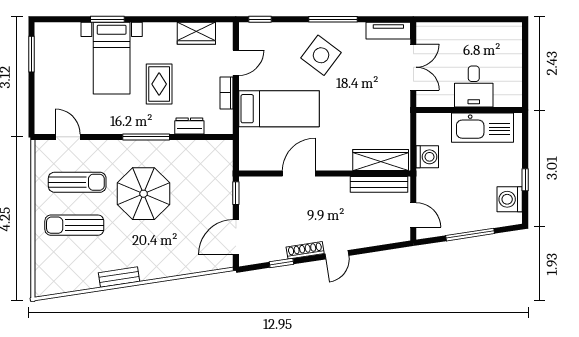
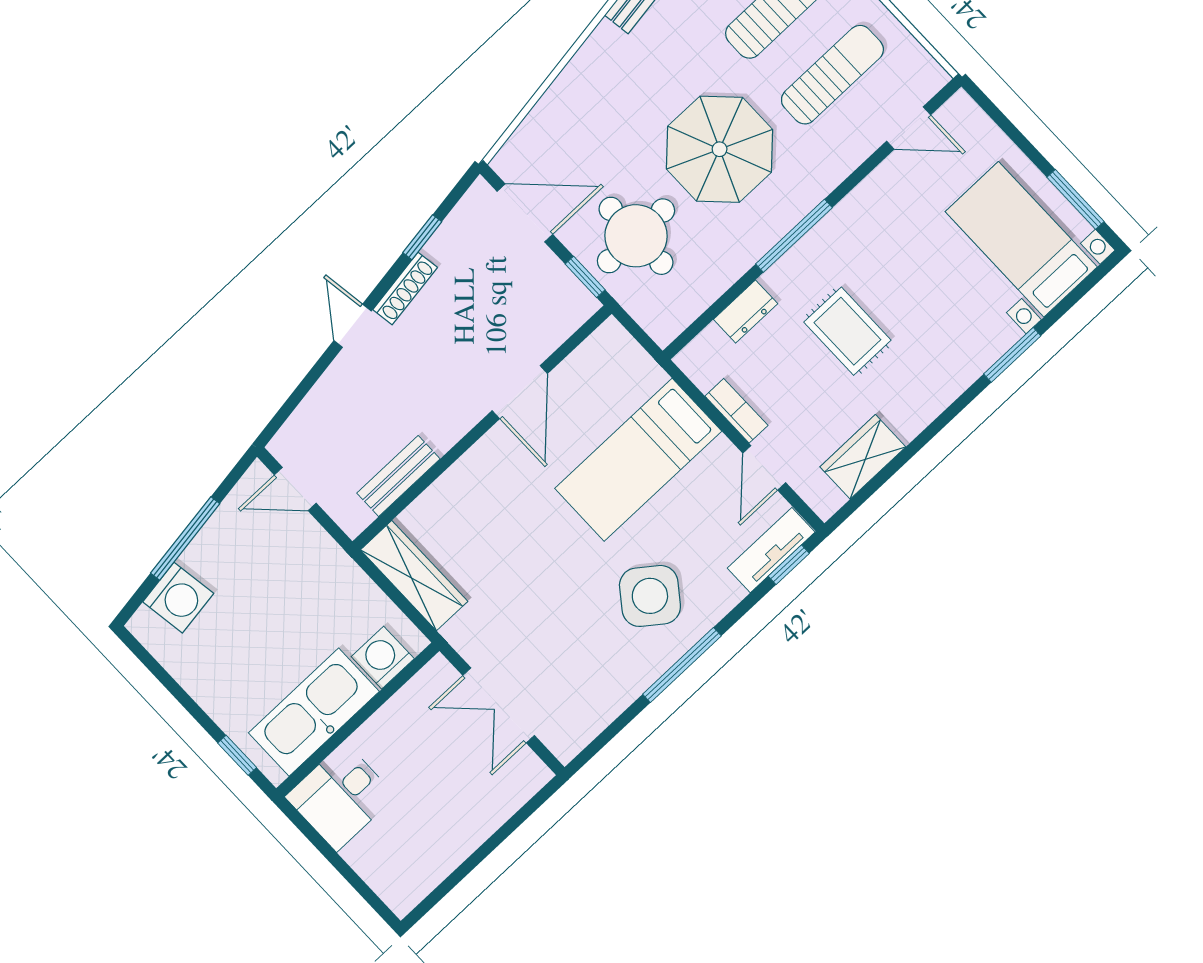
tv unit: (388, 31) -> (771, 550), moved
bed with nightstands: (112, 58) -> (1021, 239), moved
desk: (474, 86) -> (340, 796), moved, turned -90
washing machine: (427, 157) -> (383, 658), moved, turned 90
wardrobe: (381, 160) -> (414, 576), moved, turned -90
window: (525, 180) -> (237, 755), moved
sun lounger: (77, 182) -> (832, 75), turned 180
bench: (379, 184) -> (398, 476), width x0.73
round table: (203, 191) -> (636, 236), added
washing machine: (510, 199) -> (178, 598), moved, turned 81
door: (236, 237) -> (525, 213), hinge flipped

